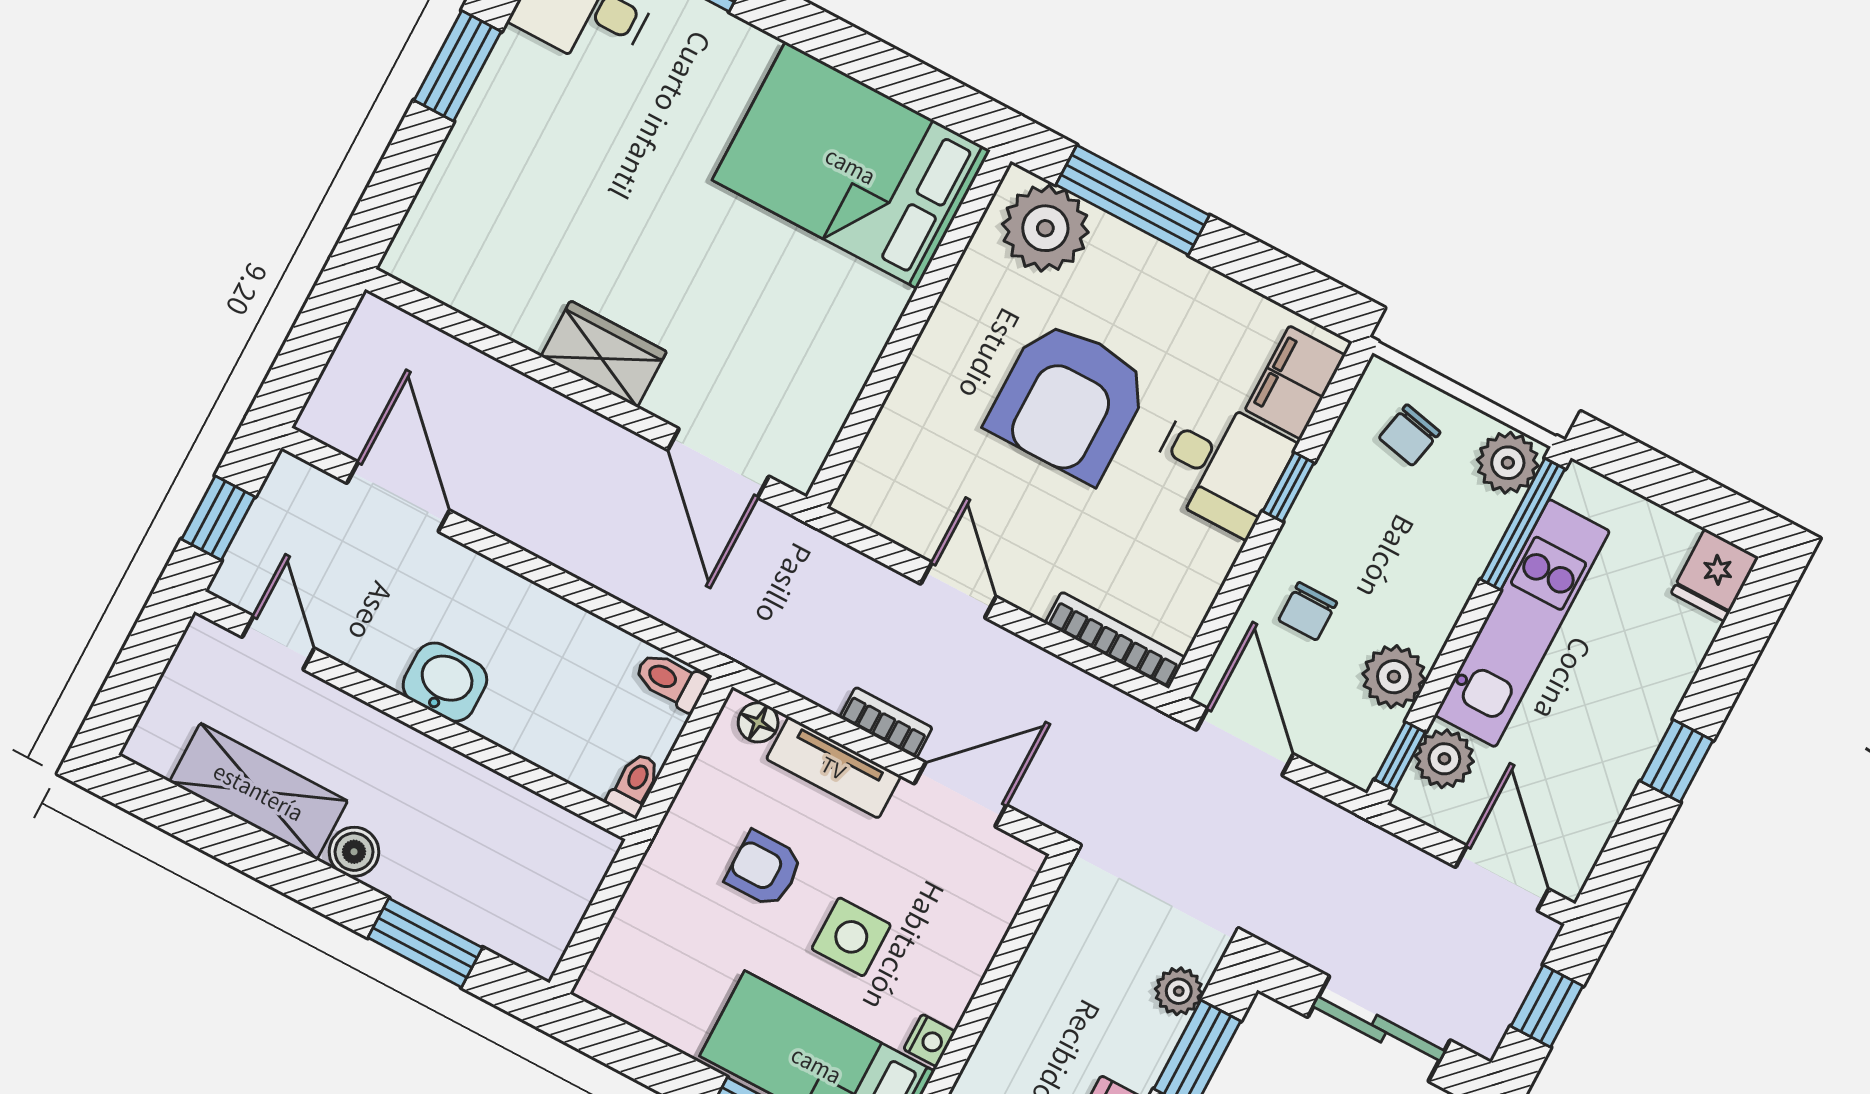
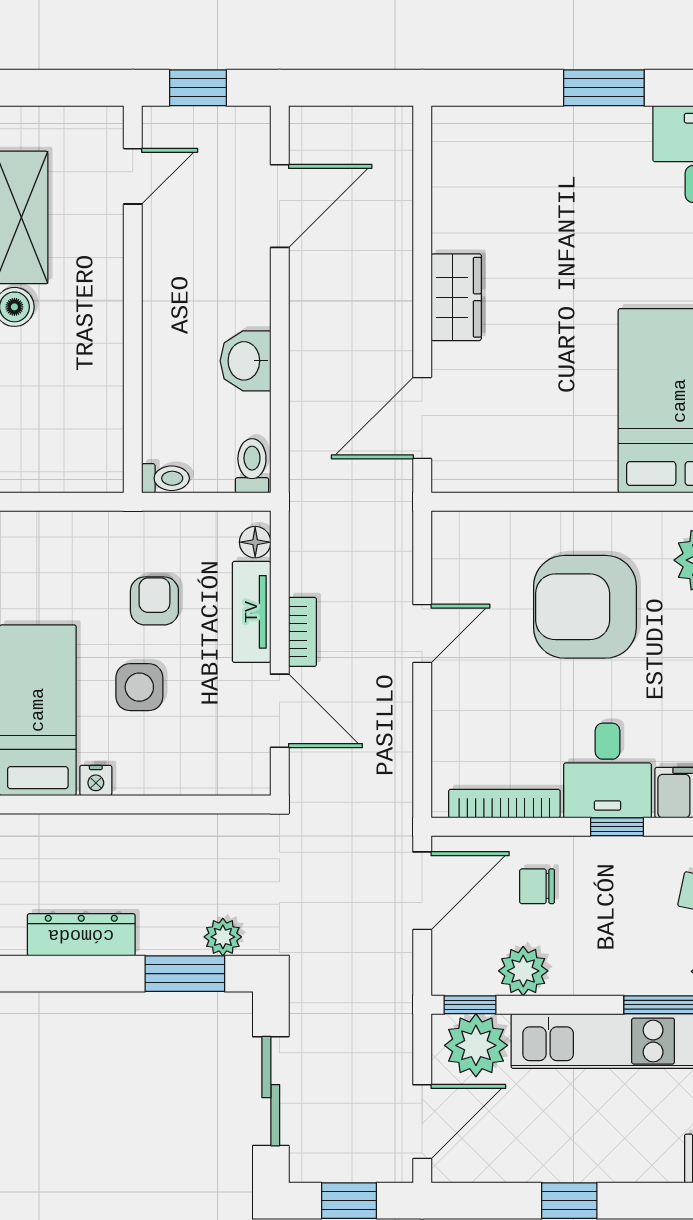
armchair: (1069, 401) -> (585, 607), moved
bookcase: (1115, 640) -> (504, 804), moved, turned -90
washbasin: (445, 682) -> (245, 361), moved, turned 180
plant: (1444, 759) -> (476, 1045), width x1.36, depth x1.36

